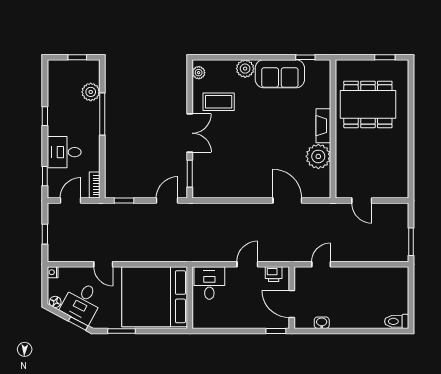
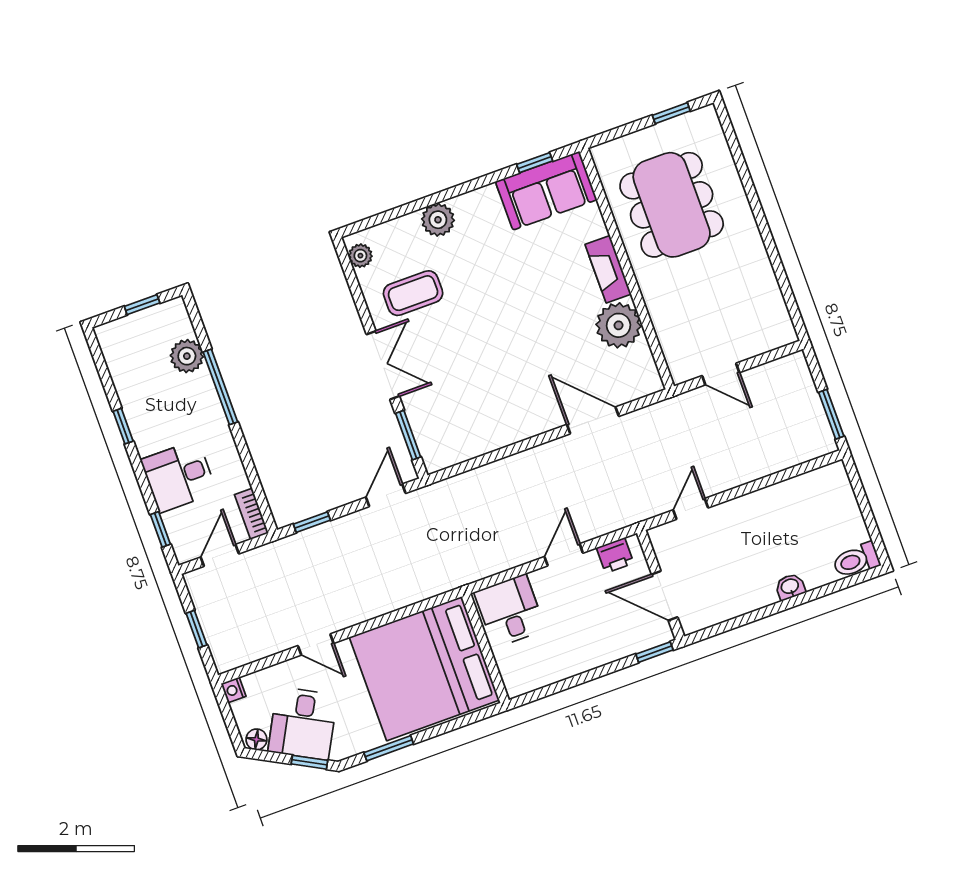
sofa: (280, 74) -> (546, 191), moved
dining table: (368, 104) -> (672, 205), turned 90
washbasin: (322, 323) -> (790, 587), moved

